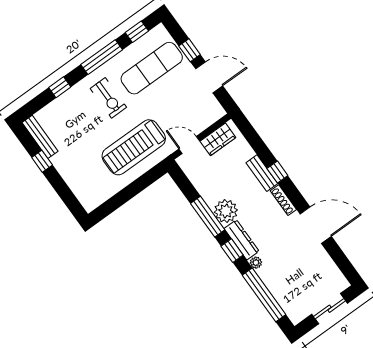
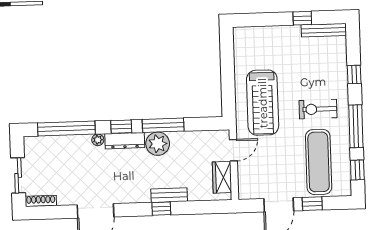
treadmill: (134, 147) -> (263, 103), turned 180
shoe rack: (283, 200) -> (41, 201), moved

